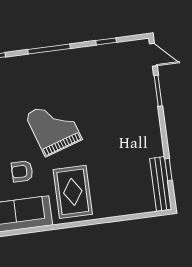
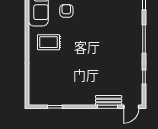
grand piano: (54, 127) -> (93, 35), removed
bench: (161, 184) -> (109, 100), moved, width x0.73
rug: (73, 192) -> (49, 42), width x0.73, depth x0.70

